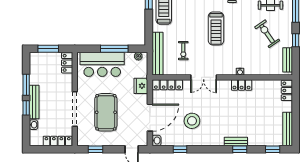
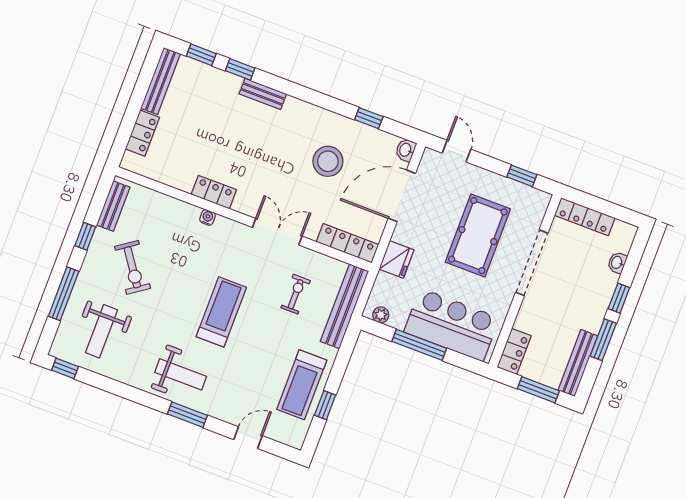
locker: (287, 90) -> (142, 133), moved
bench: (34, 102) -> (578, 363), moved
window: (240, 149) -> (240, 69), moved

